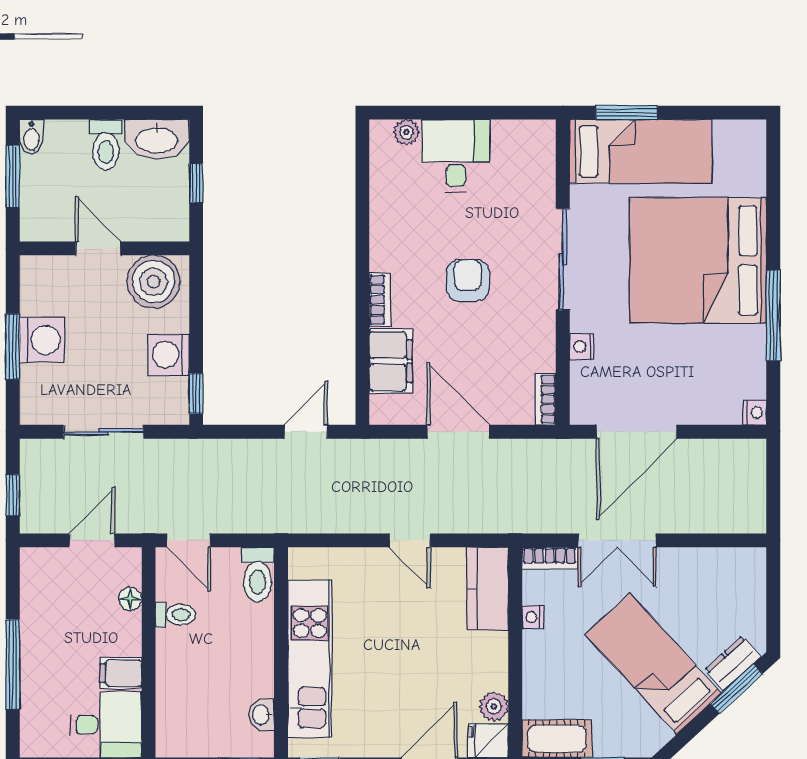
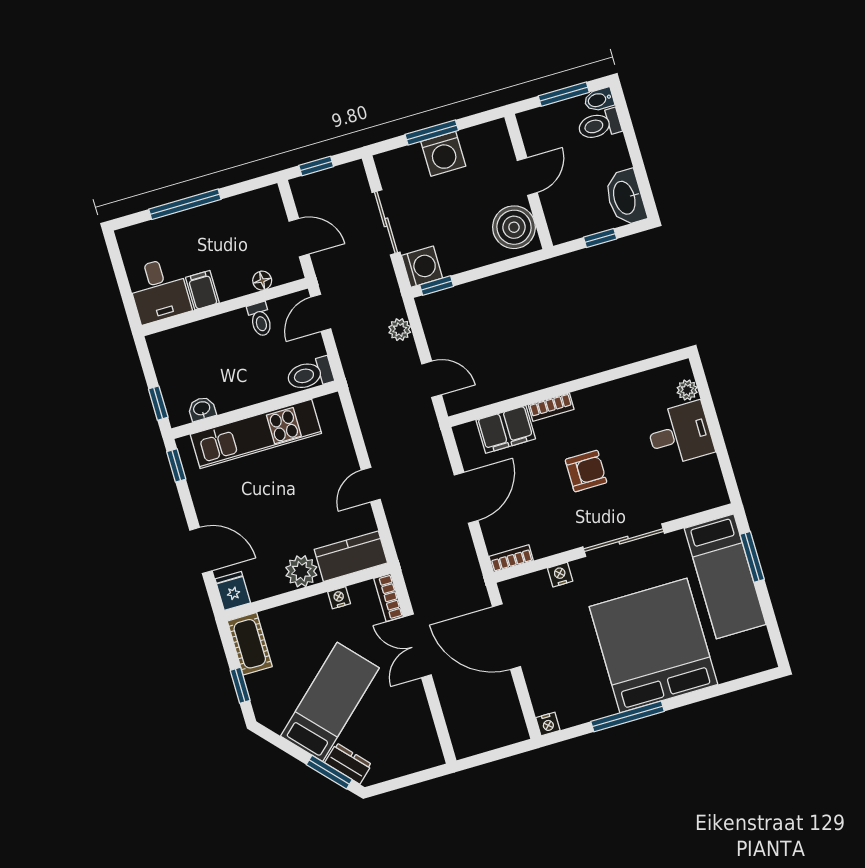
toilet: (106, 145) -> (599, 125), moved
washing machine: (169, 355) -> (422, 267), moved, turned 90
plant: (236, 453) -> (400, 330), added
plant: (494, 707) -> (301, 571), moved, width x1.38, depth x1.38

